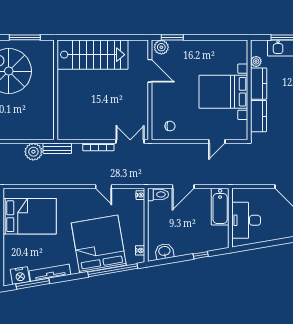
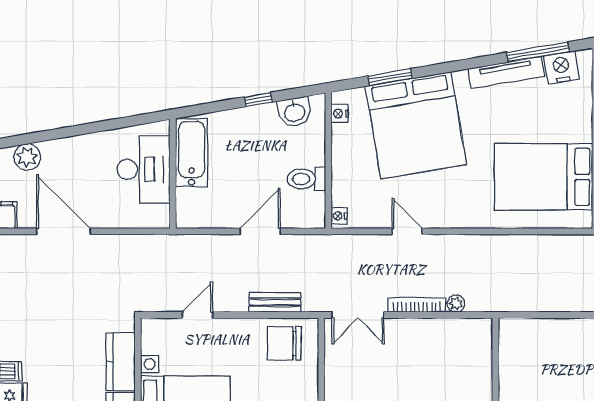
chair: (170, 126) -> (284, 343), width x1.87, depth x1.87
bench: (57, 148) -> (275, 302), moved
plant: (33, 152) -> (456, 304), moved, width x0.53, depth x0.53
toilet: (158, 194) -> (306, 179), moved
bathtub: (220, 207) -> (192, 153), moved
window: (201, 255) -> (258, 100), moved
window: (113, 270) -> (390, 77), width x0.47

